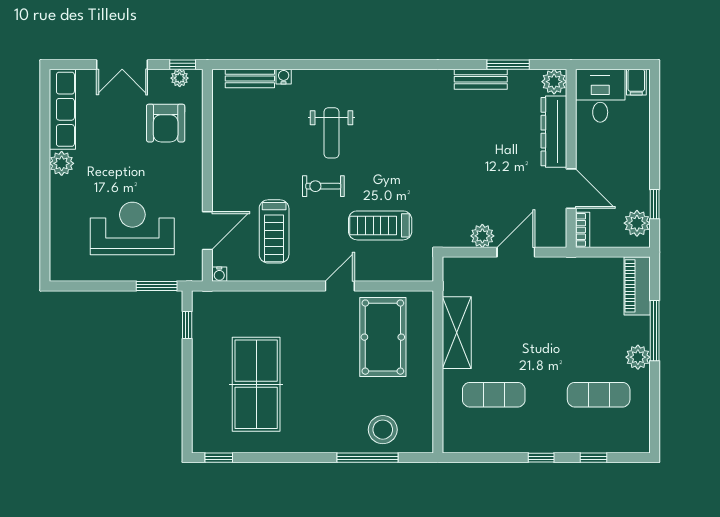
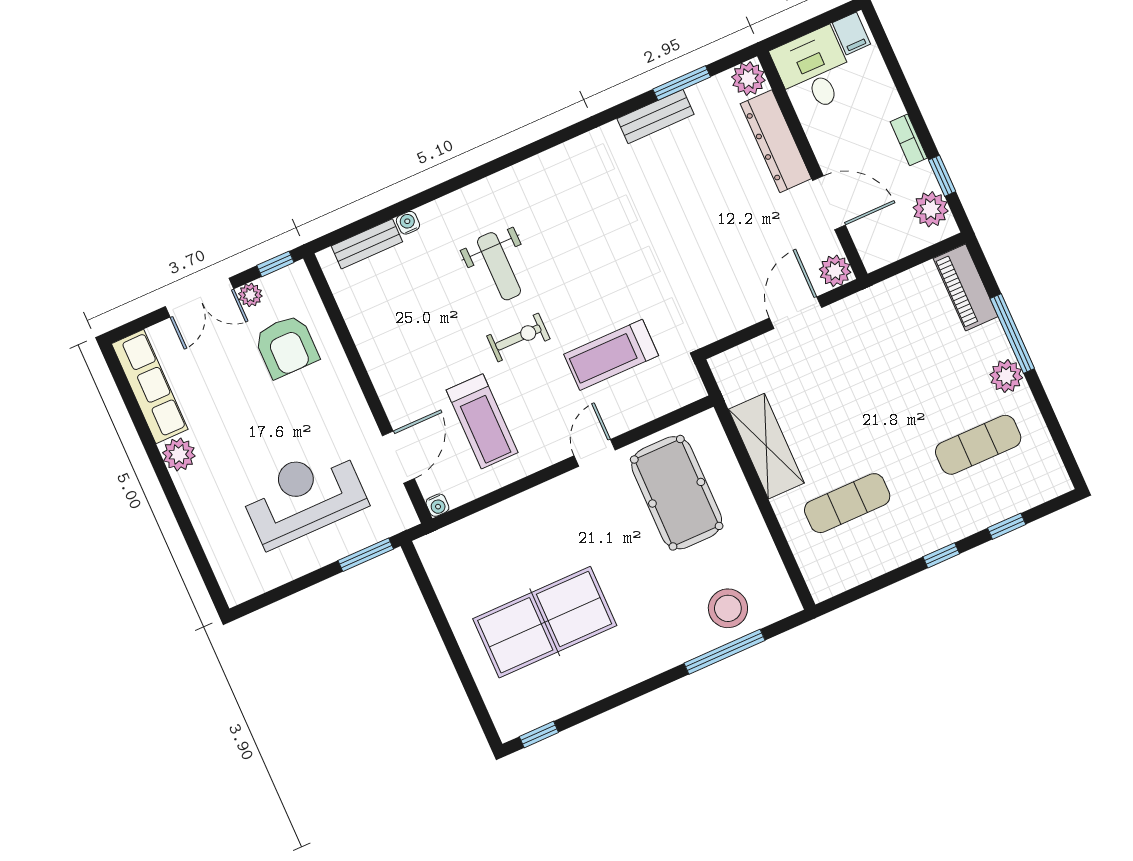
plant: (180, 78) -> (250, 295), moved
exercise bike: (323, 186) -> (518, 337), turned 180
bookcase: (583, 230) -> (909, 140), moved, turned 180
plant: (482, 236) -> (835, 271), moved
window: (187, 325) -> (426, 587), removed
table tennis table: (256, 384) -> (545, 622), turned 90

